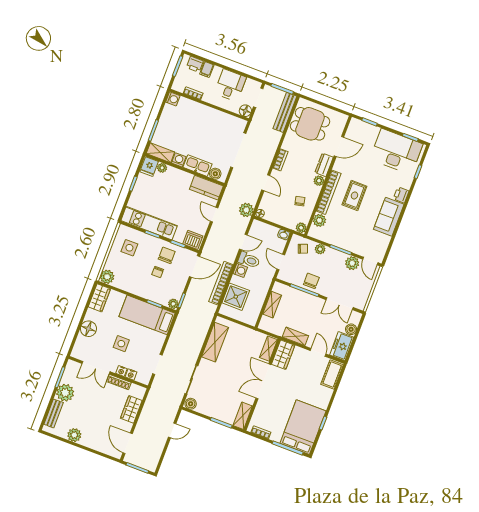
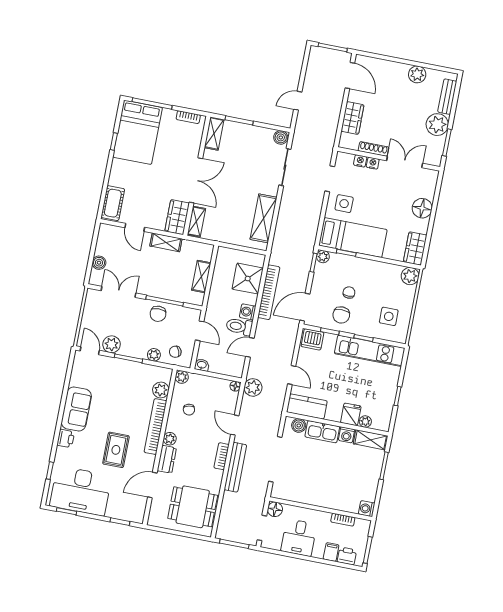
bench: (285, 112) -> (235, 467), moved
fridge: (149, 167) -> (351, 414), moved
rug: (354, 195) -> (116, 450), moved
side table: (121, 344) -> (344, 204), moved
freezer: (342, 346) -> (107, 240), removed

